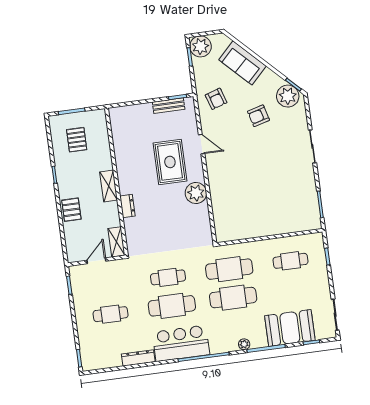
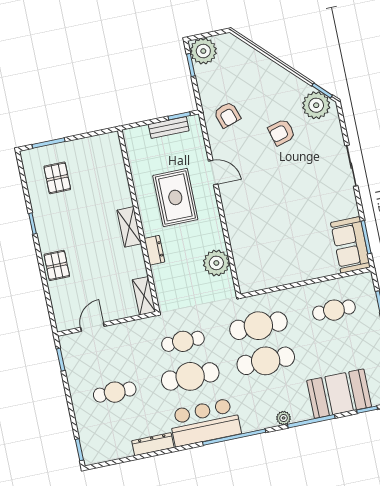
sofa: (243, 63) -> (350, 245), moved, turned 45
wall: (116, 182) -> (139, 221), moved
shelving: (109, 186) -> (129, 227), moved
plant: (196, 193) -> (216, 263), moved
dresser: (127, 206) -> (154, 250), moved
shelving: (116, 242) -> (144, 296), moved

